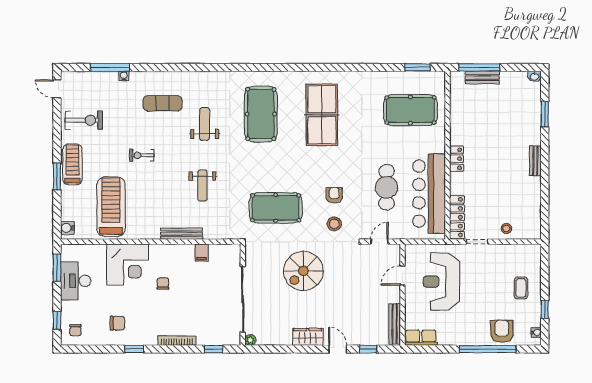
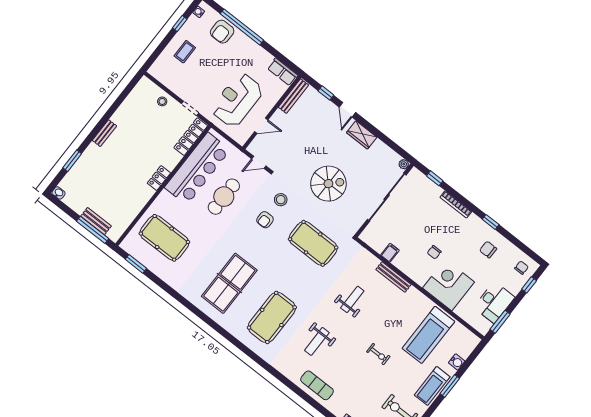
exercise mat: (163, 103) -> (317, 385), moved
water cooler: (67, 228) -> (457, 362), moved
reception desk: (441, 282) -> (237, 100), turned 180

